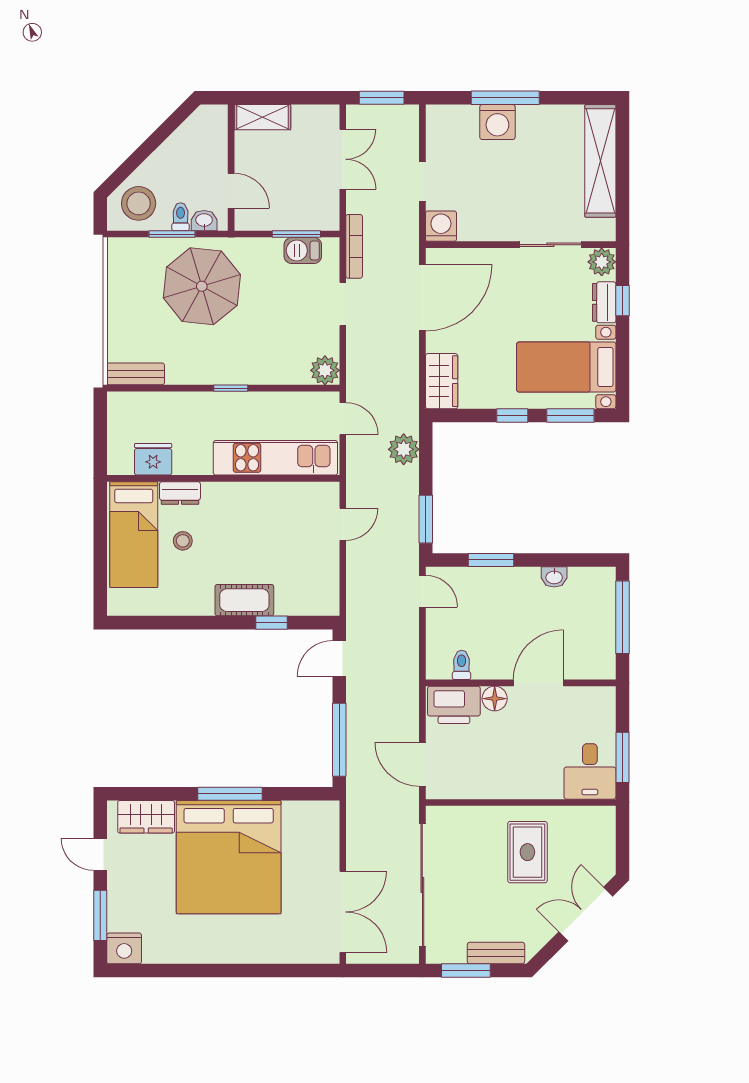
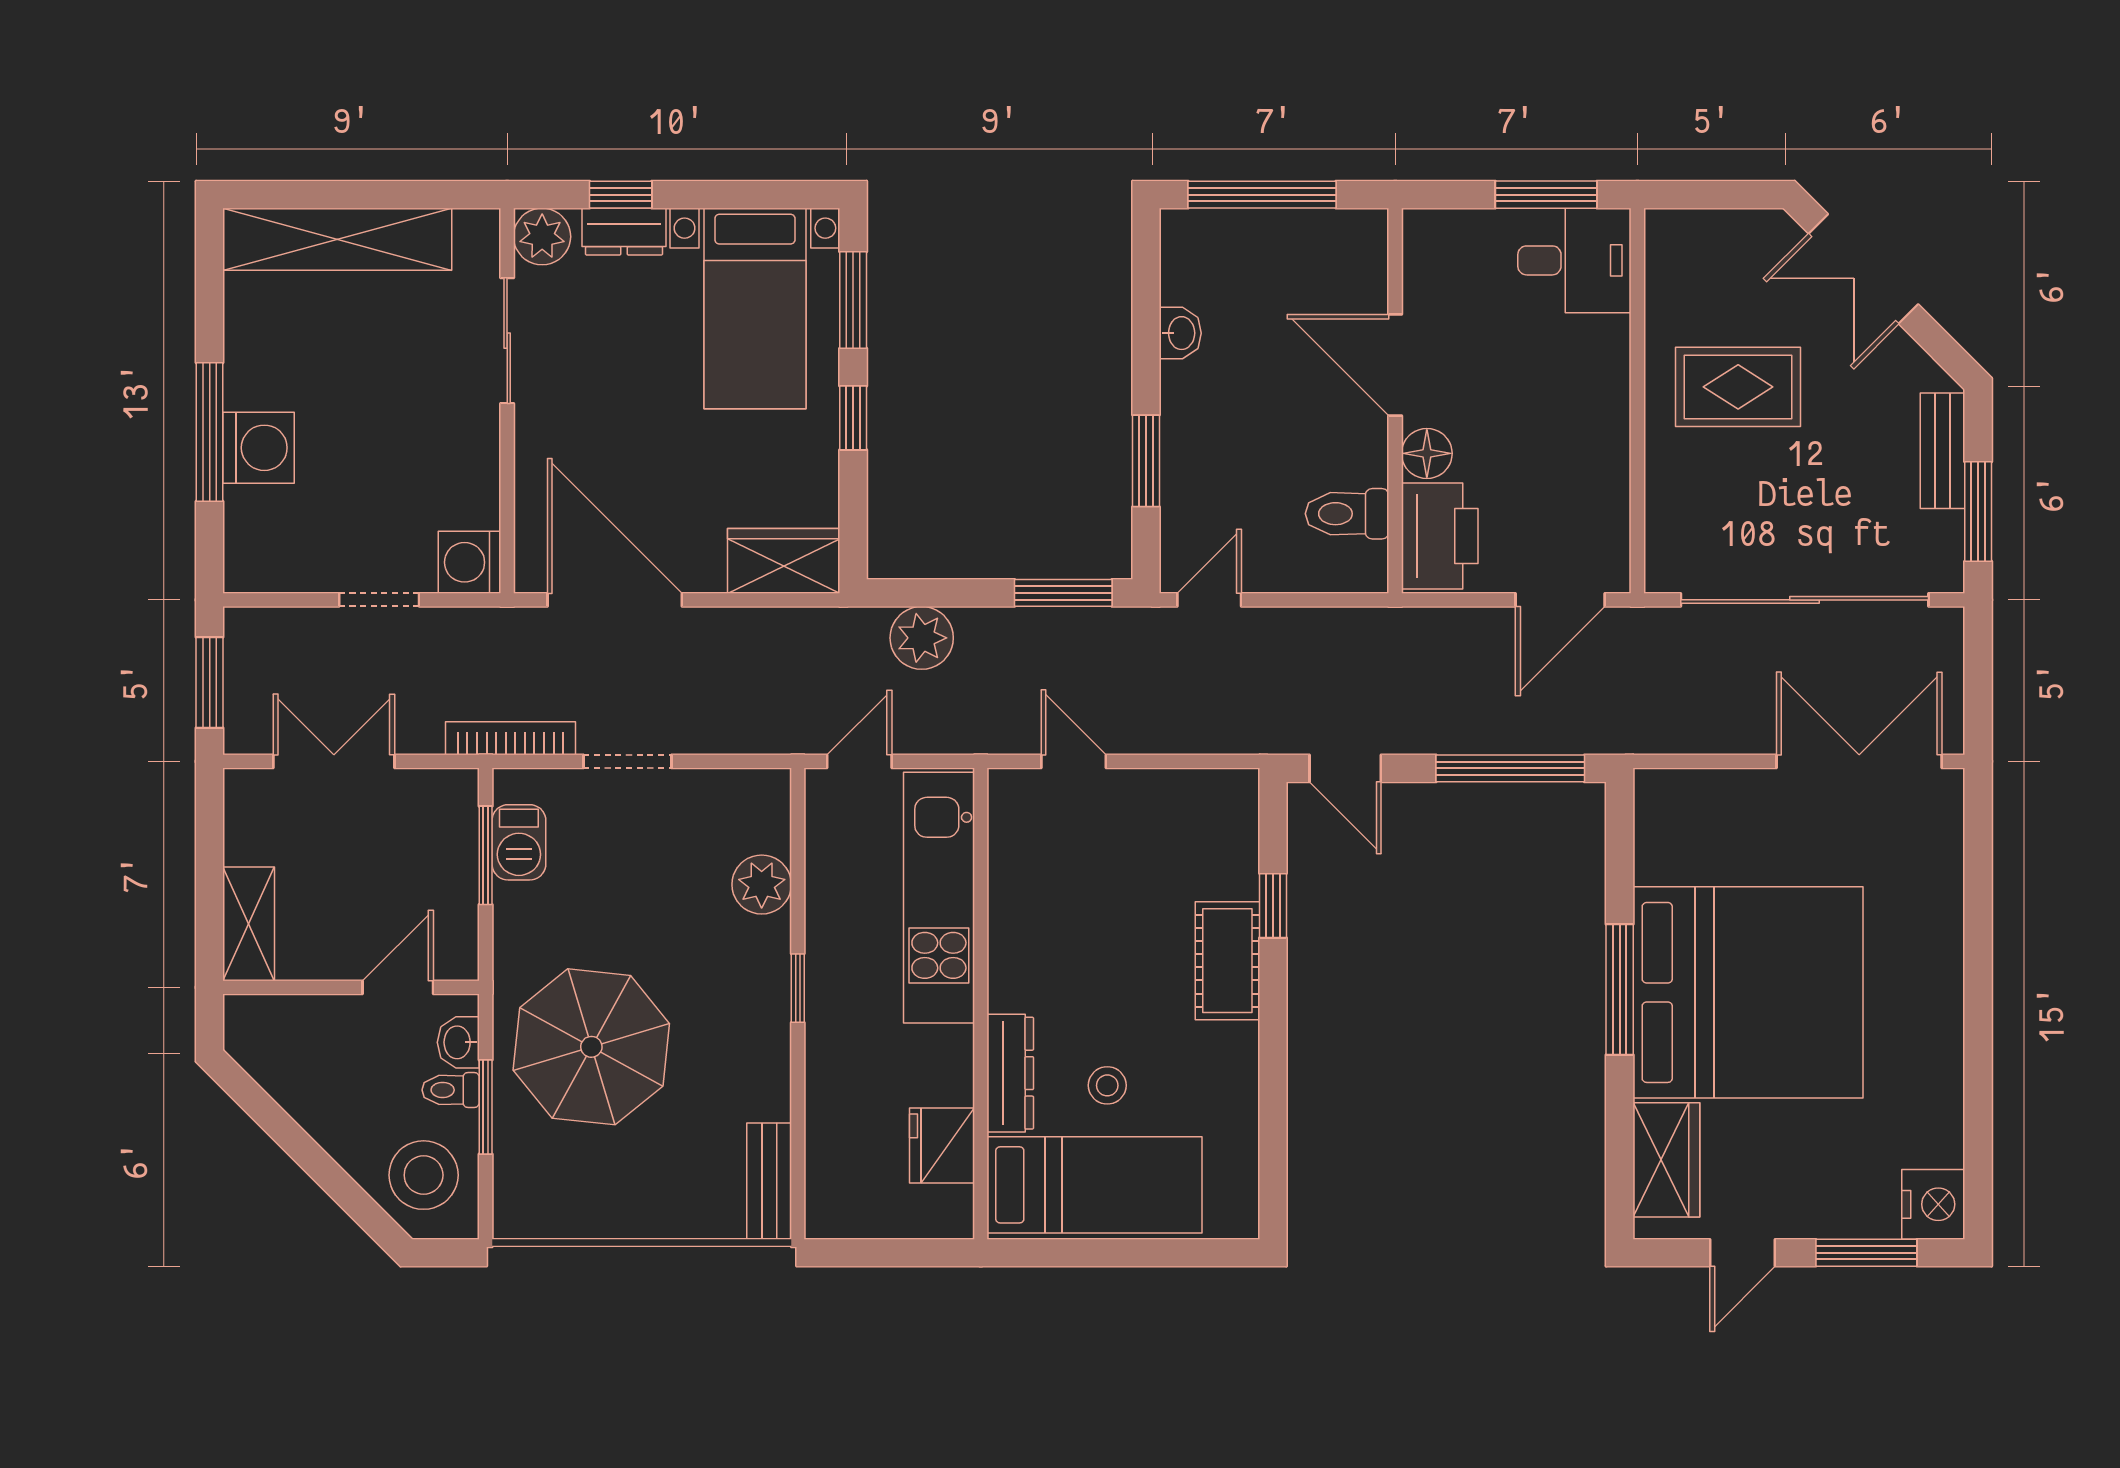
plant: (325, 370) -> (762, 885), moved
dresser: (180, 493) -> (1010, 1073), width x1.44
toilet: (462, 665) -> (1347, 514), width x1.37, depth x1.39

